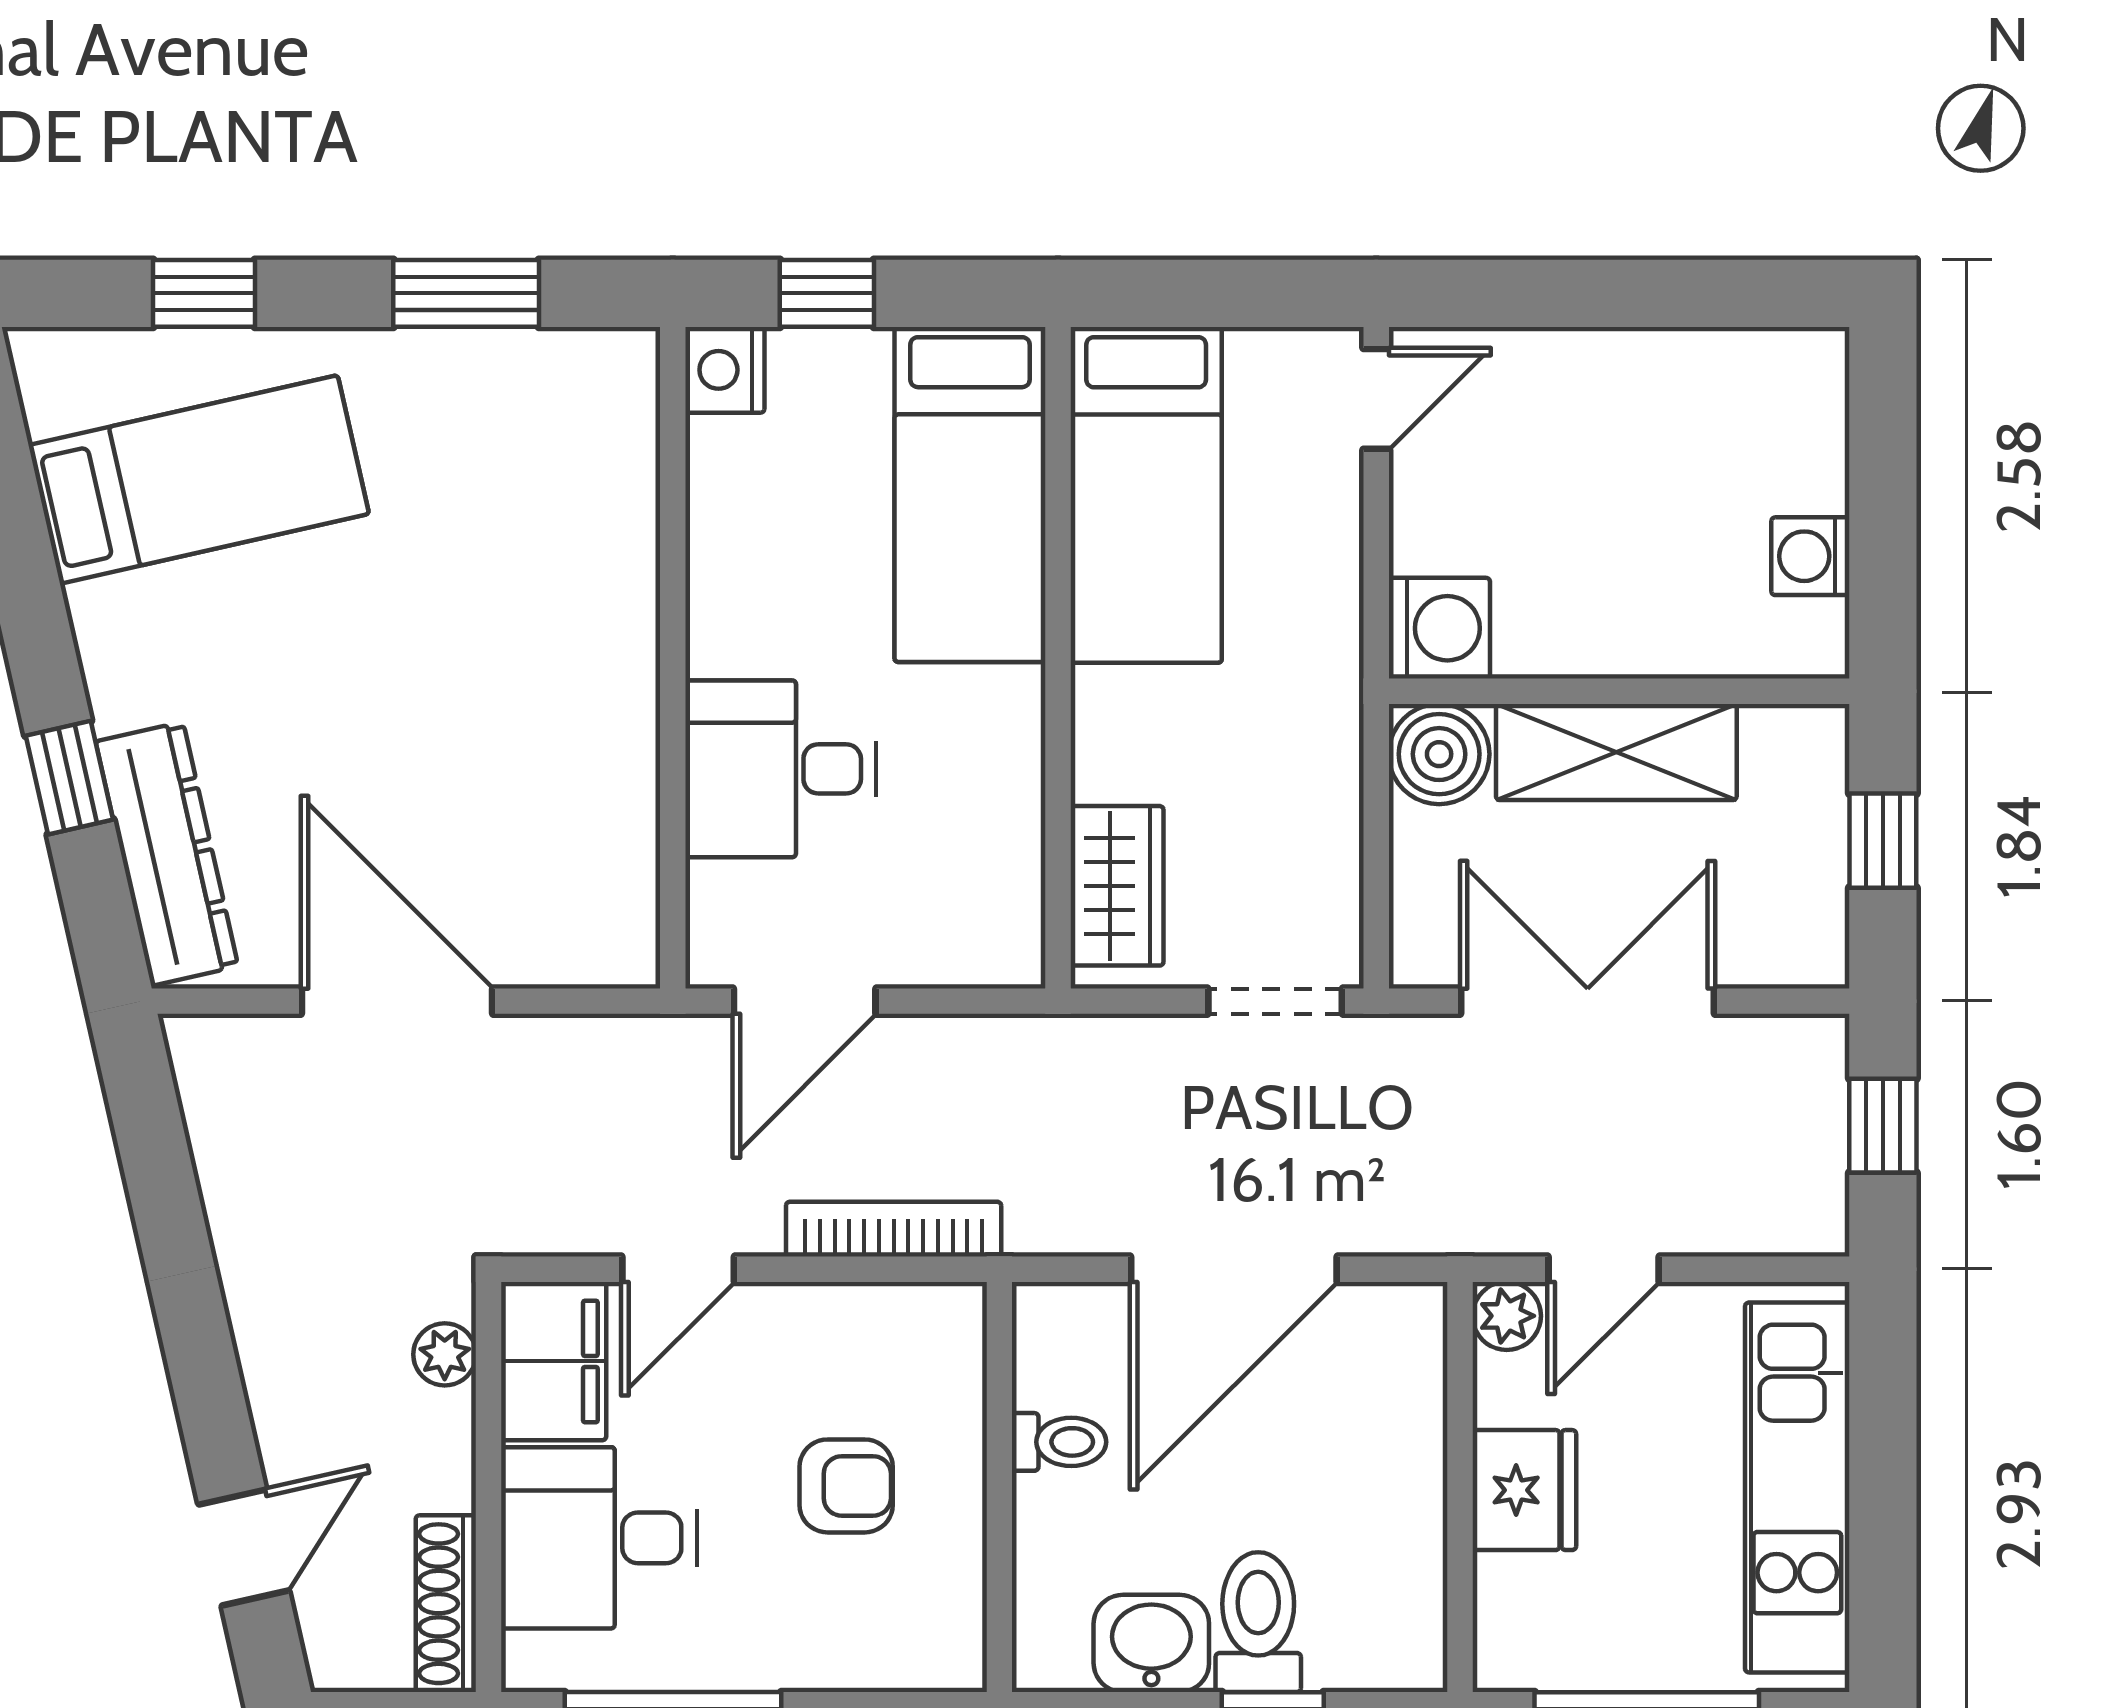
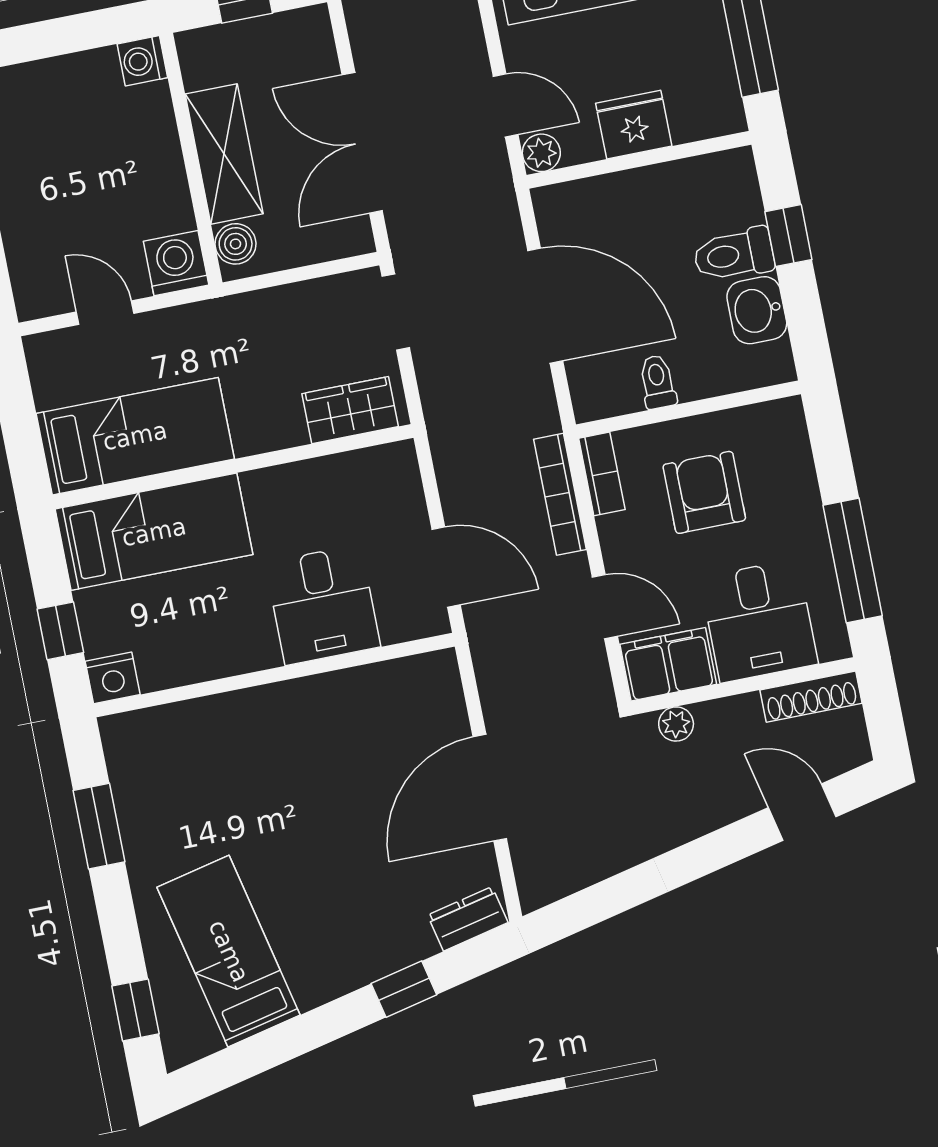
window: (204, 293) -> (135, 1010), moved
door: (1376, 399) -> (105, 313), moved
washing machine: (1810, 556) -> (142, 61), moved, turned 90
boiler: (1439, 754) -> (236, 244), width x0.73, depth x0.73
dresser: (167, 854) -> (468, 919), width x0.51, depth x0.80
bookcase: (915, 1310) -> (602, 474), added
armchair: (846, 1486) -> (704, 492), width x1.38, depth x1.38

